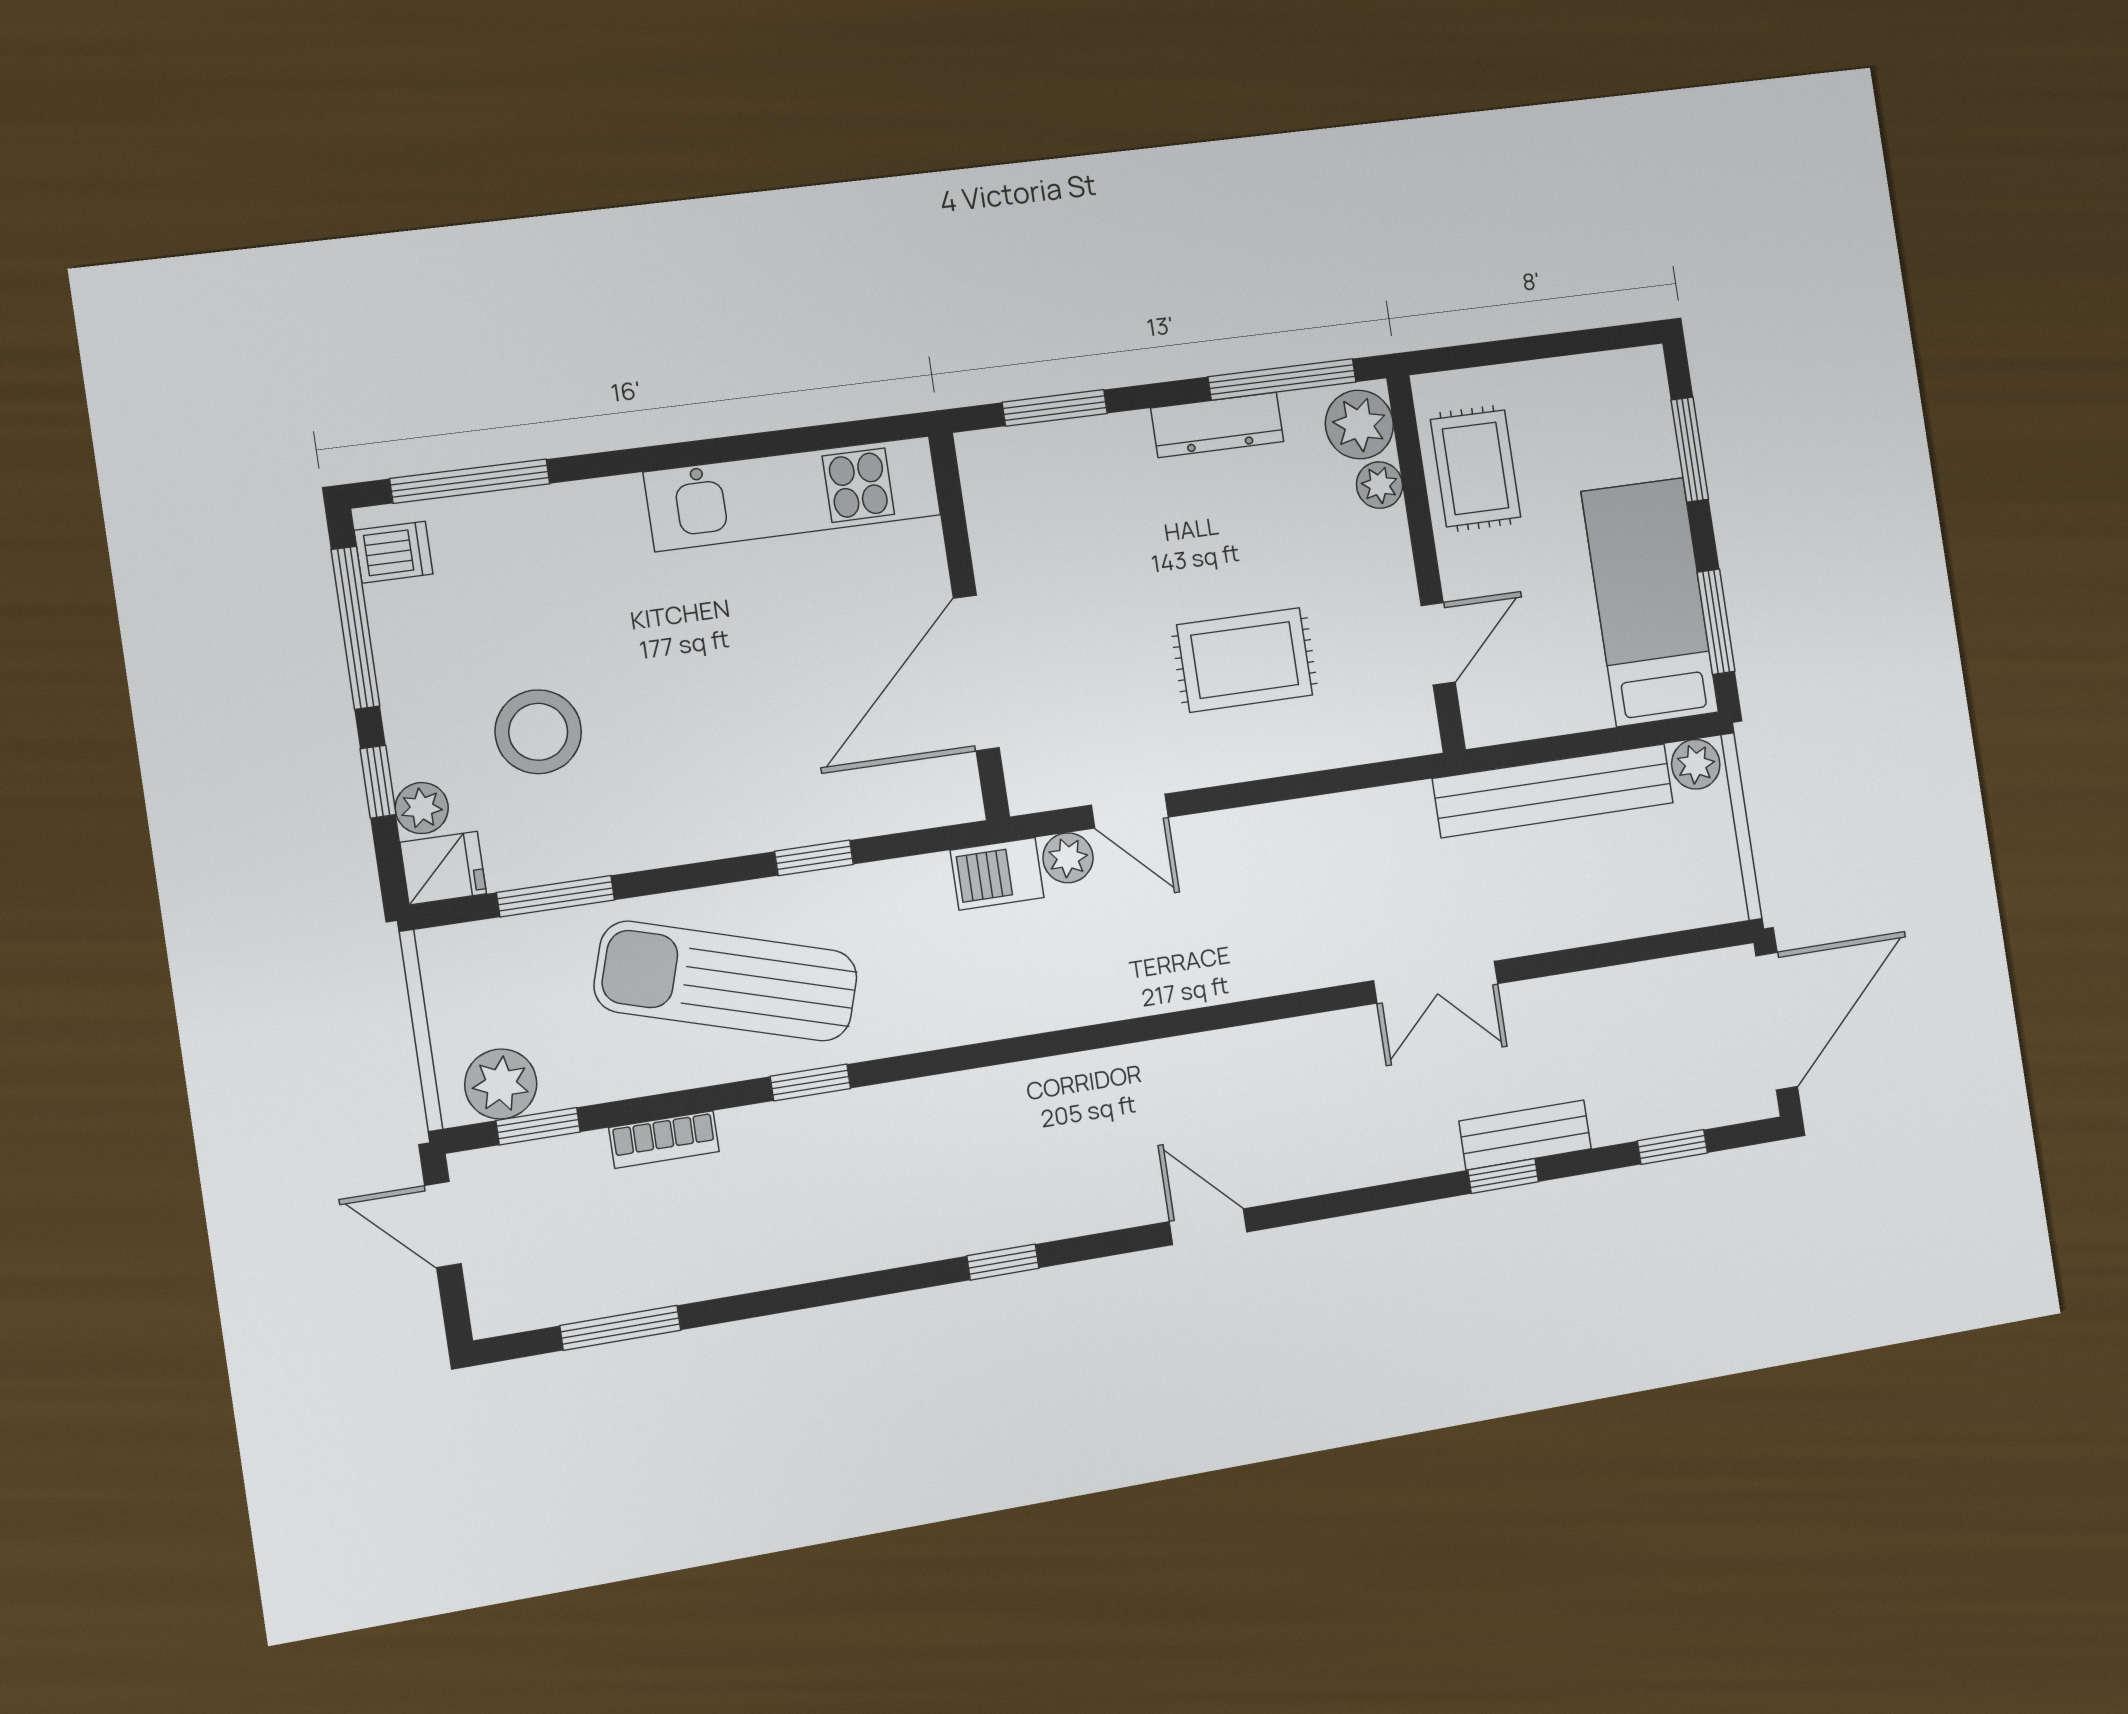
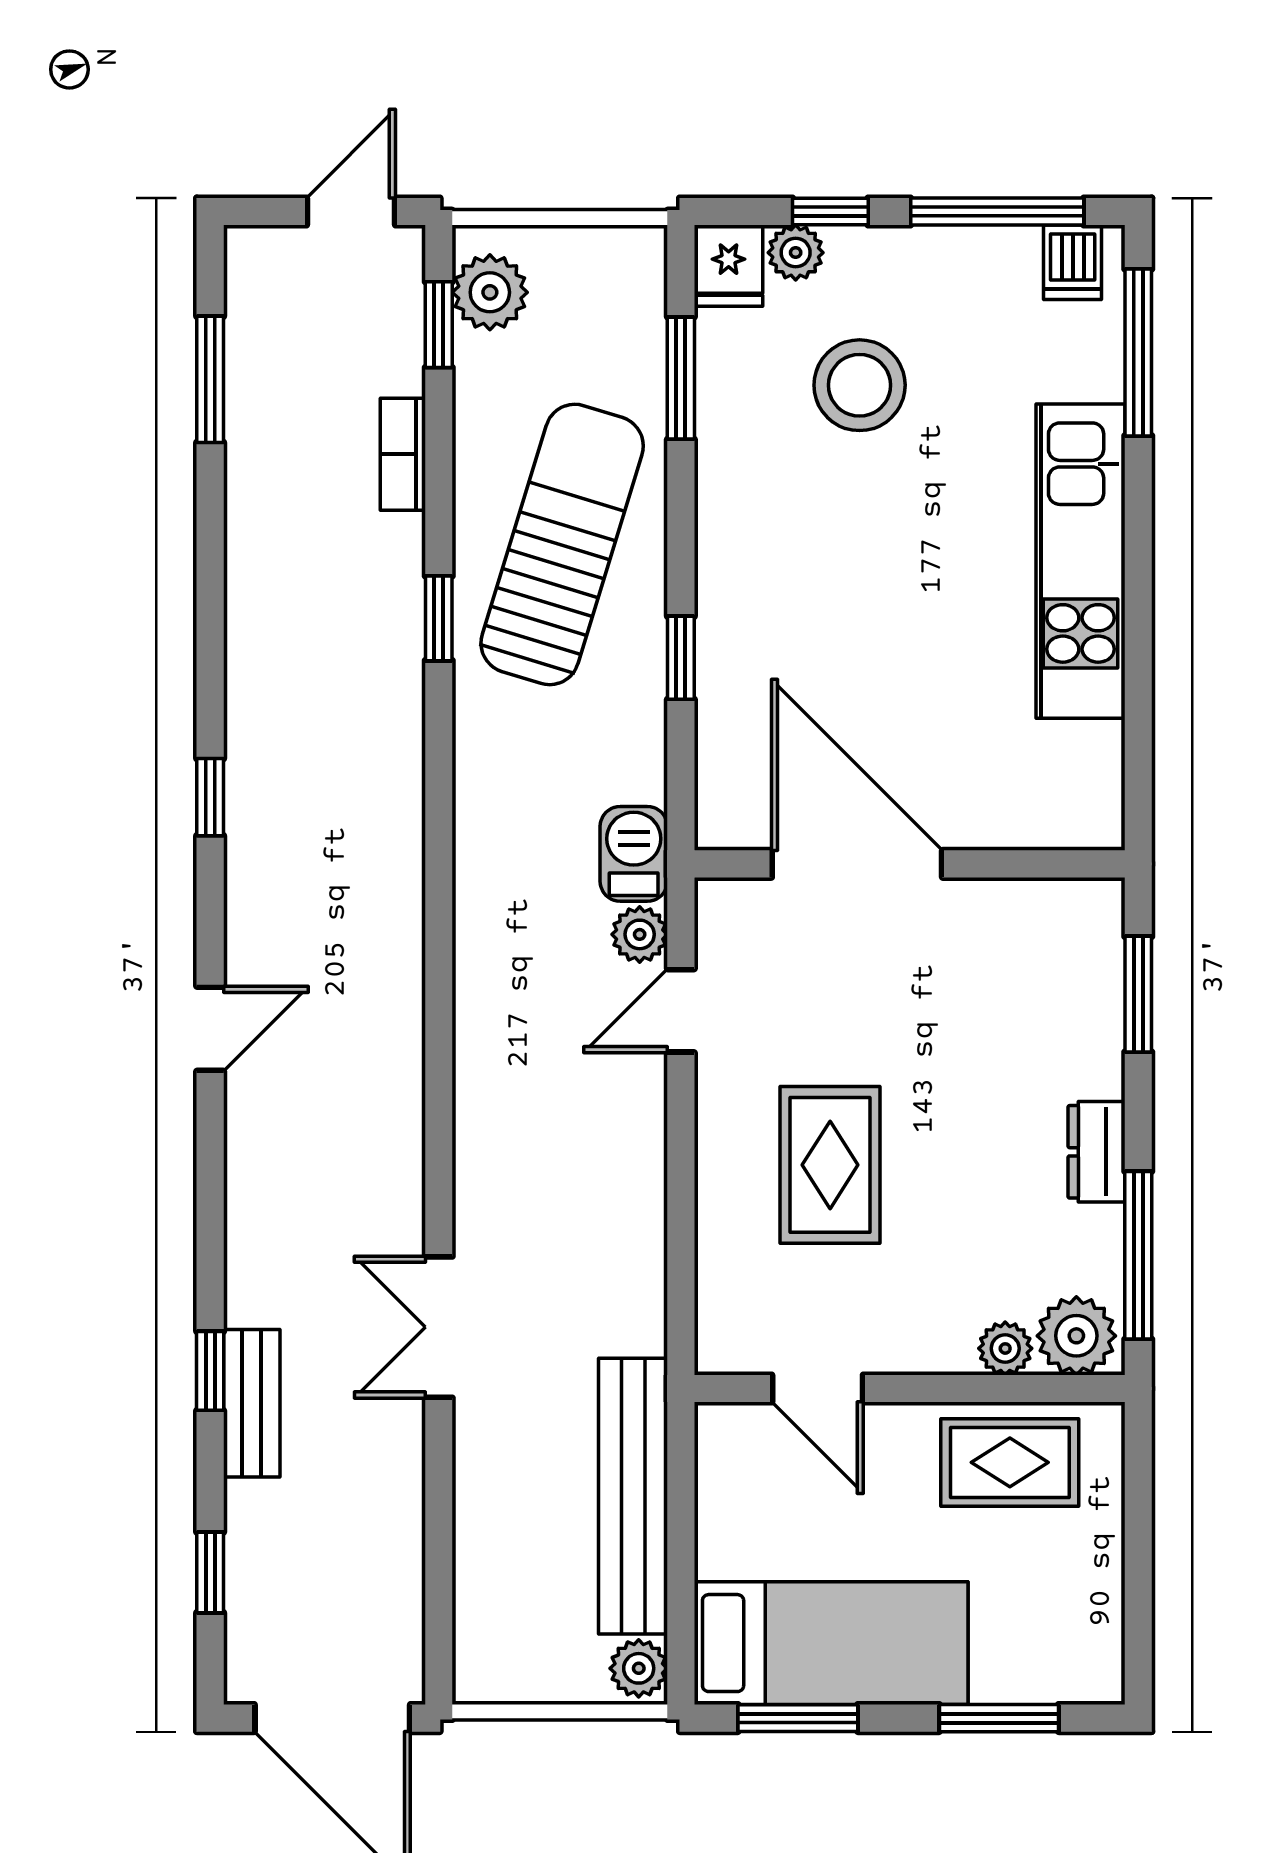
dresser: (1217, 425) -> (1096, 1152), width x0.70
kitchen unit: (793, 494) -> (1080, 561), moved

